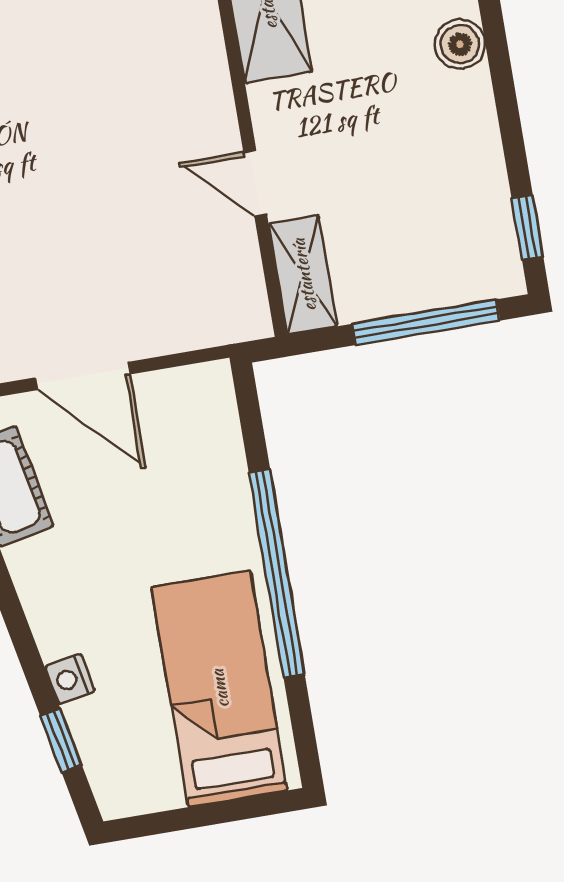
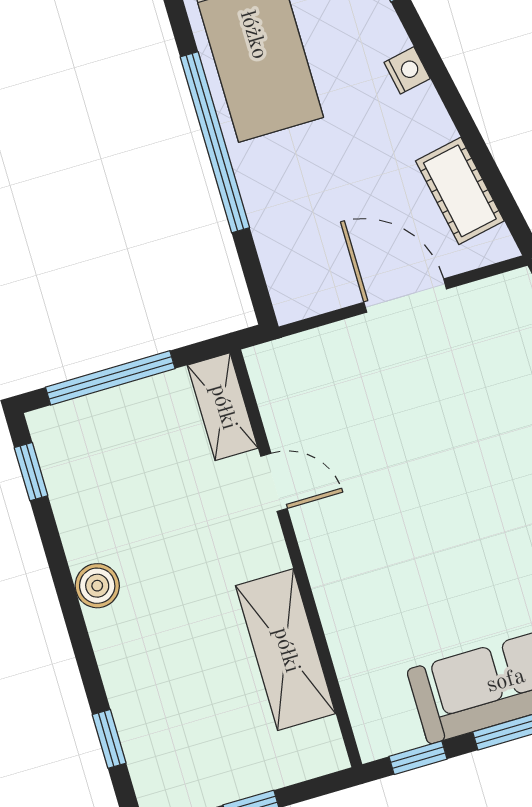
boiler: (460, 44) -> (97, 586), moved
nightstand: (70, 679) -> (407, 70), moved

